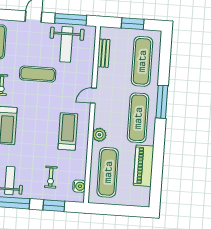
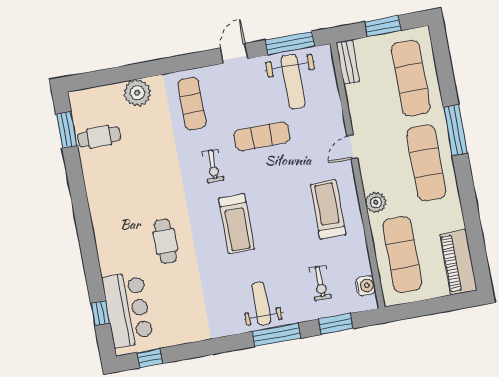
bench: (104, 53) -> (348, 62), moved
piano: (144, 166) -> (458, 262), moved

